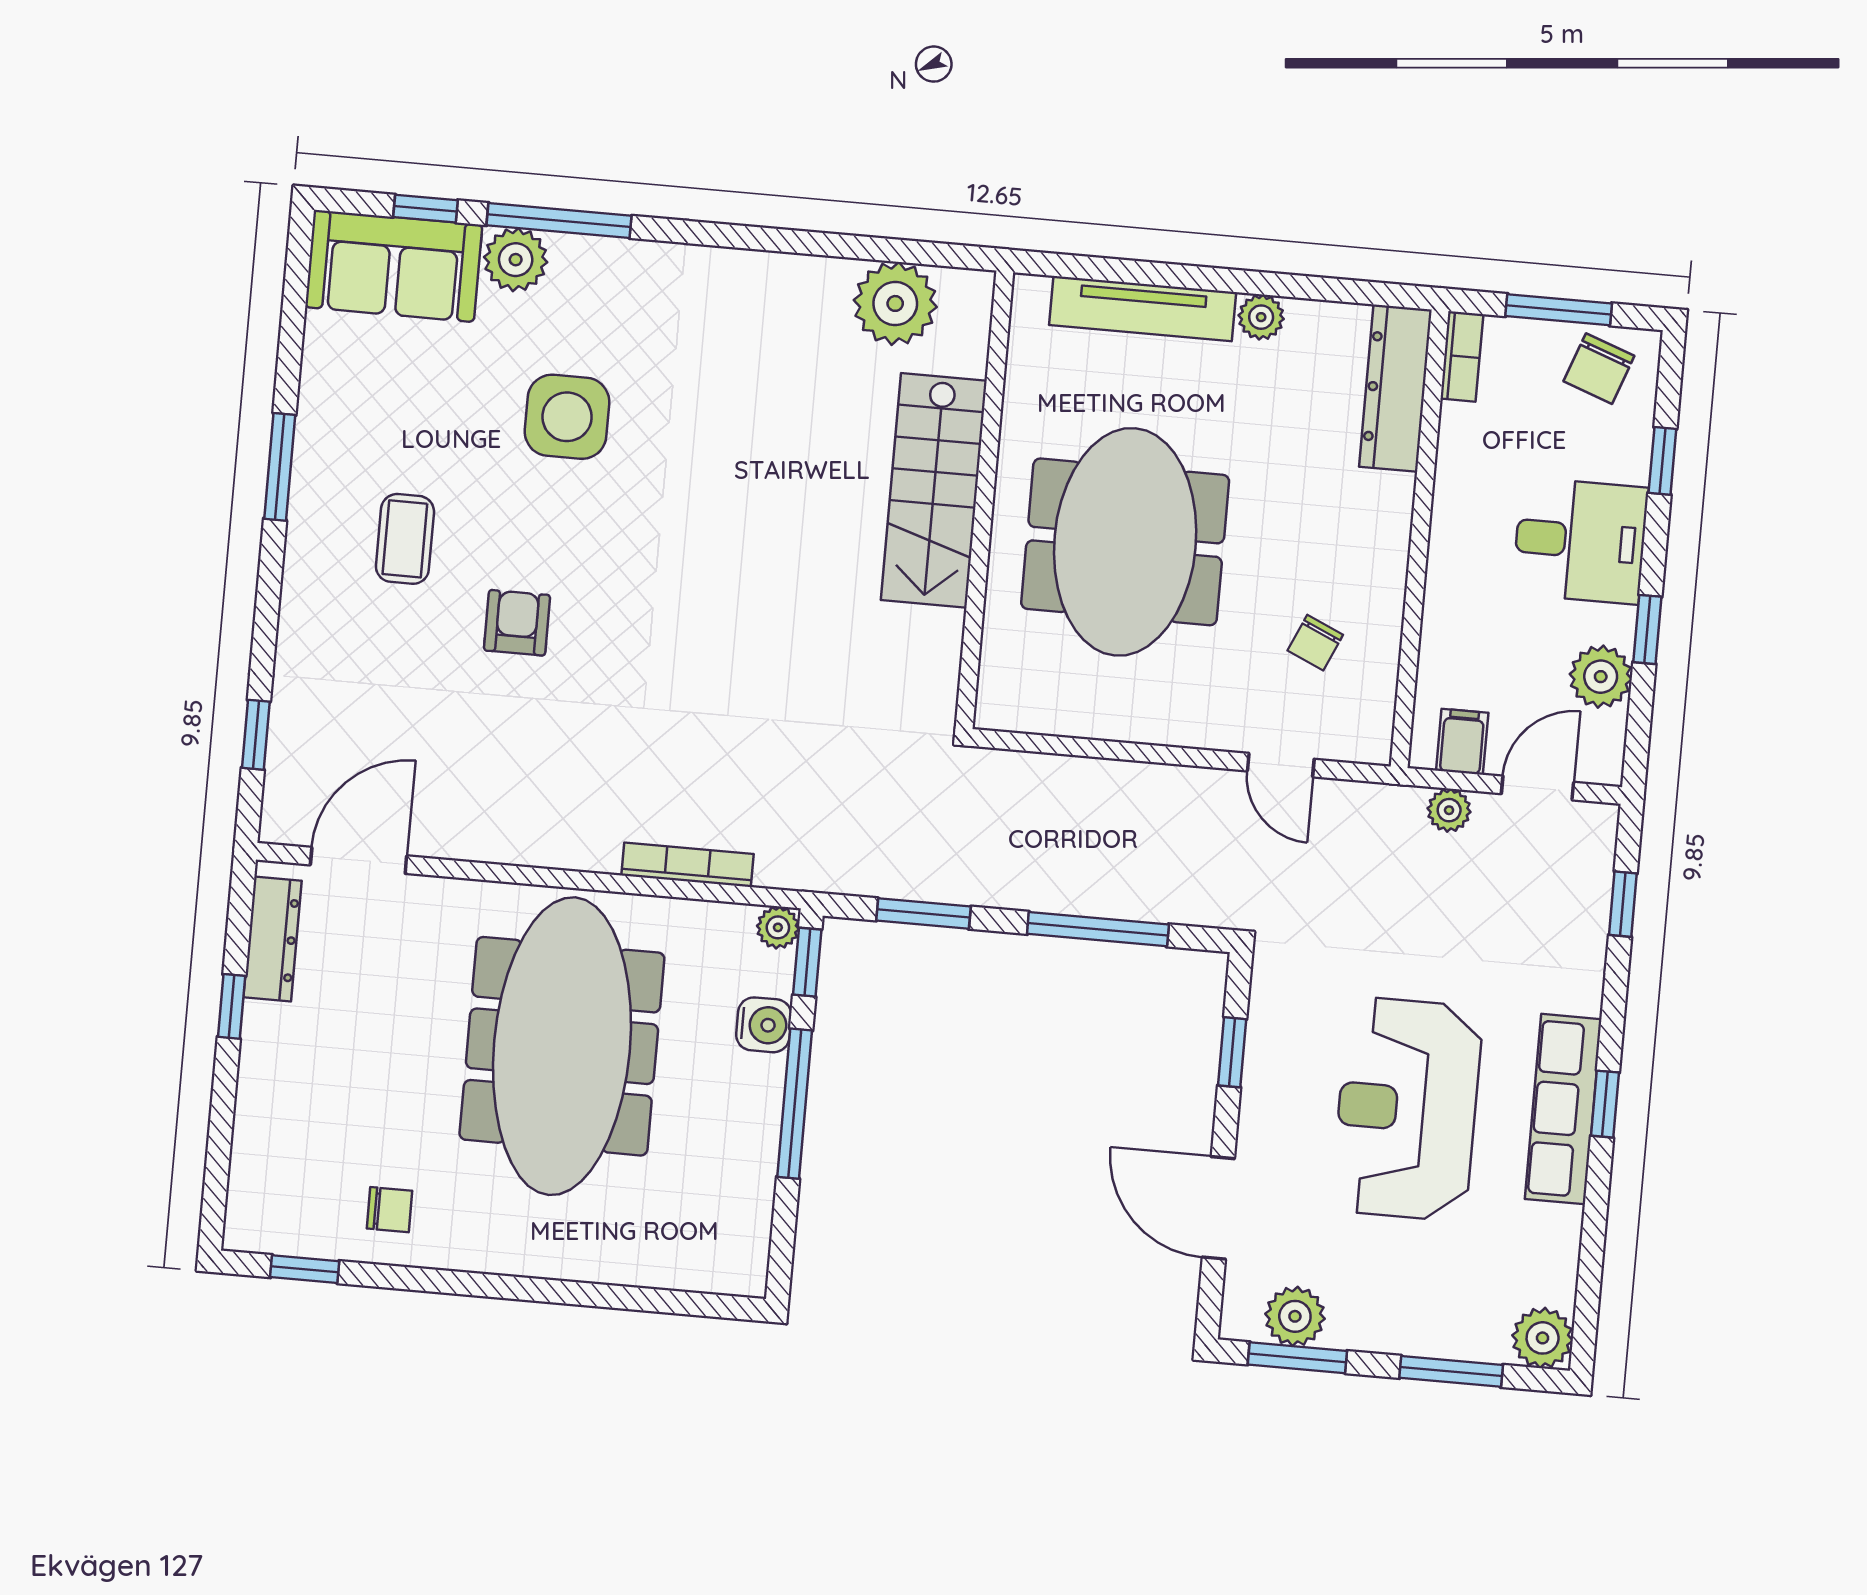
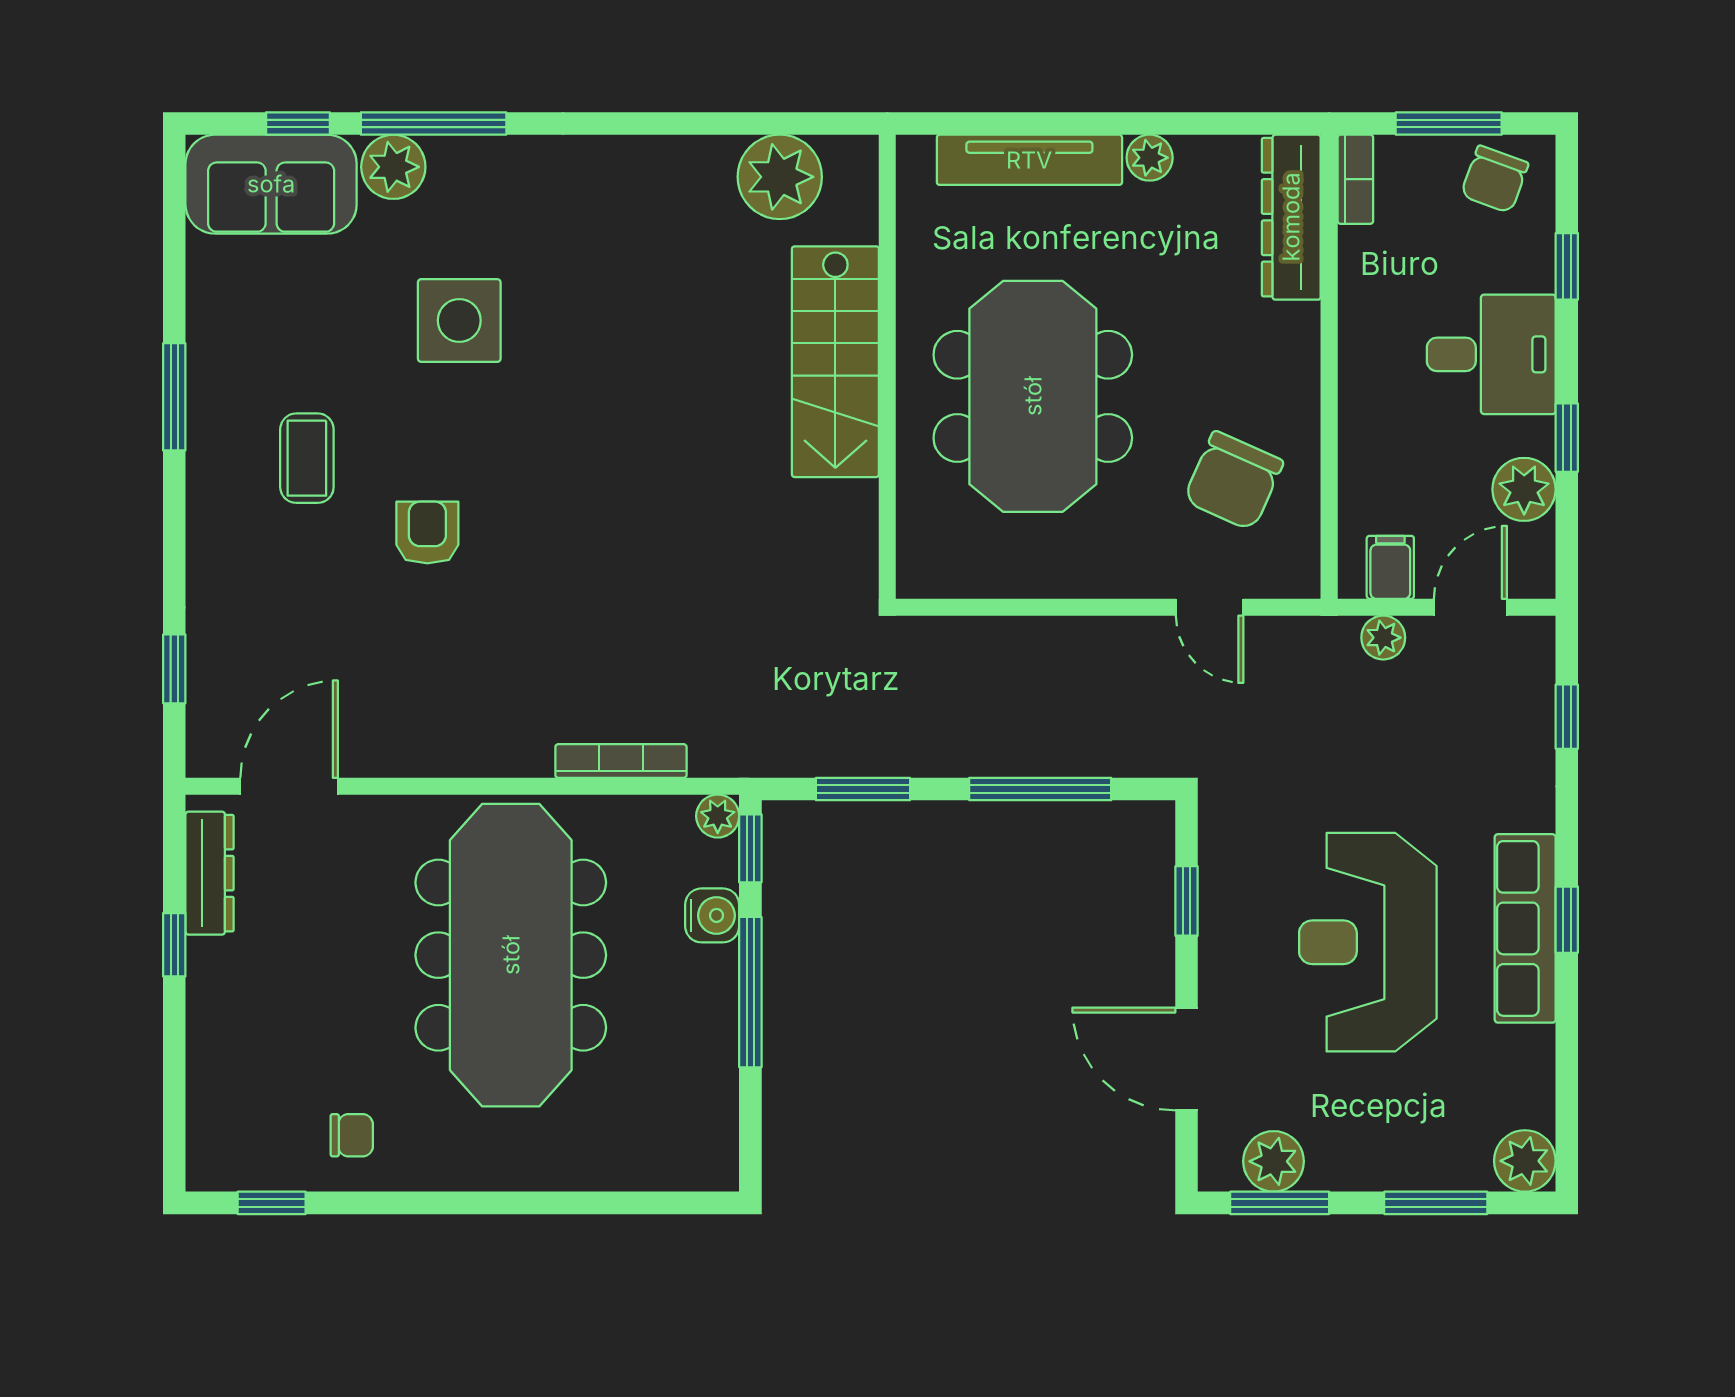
chair: (1315, 643) -> (1233, 481), width x1.87, depth x1.87

